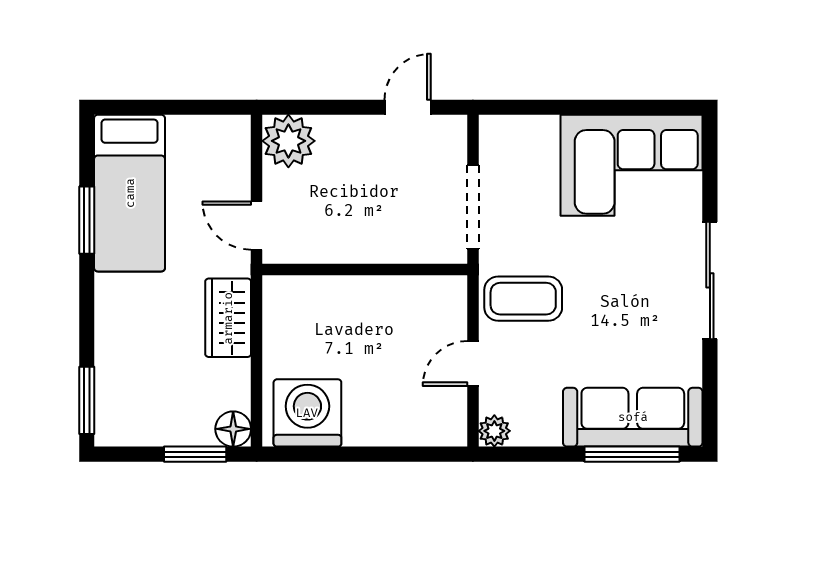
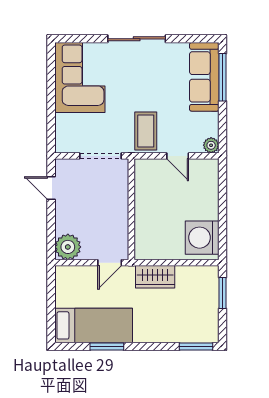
floor lamp: (233, 429) -> (210, 274), removed

